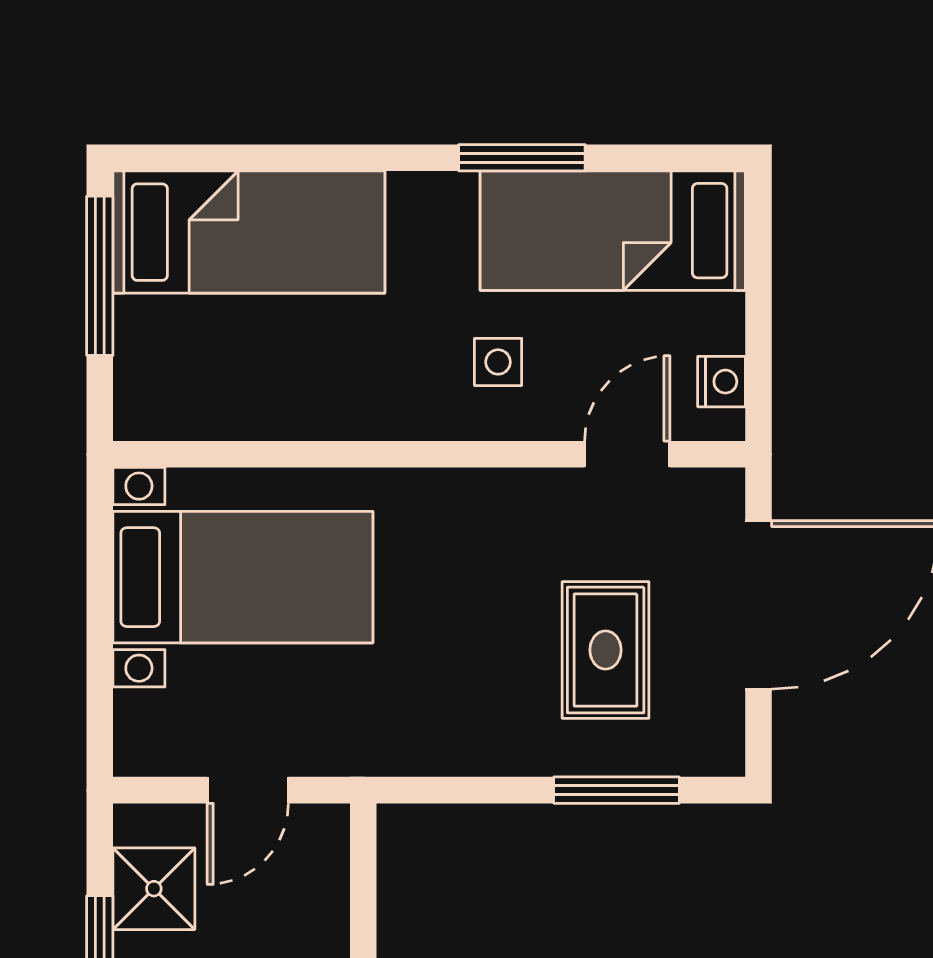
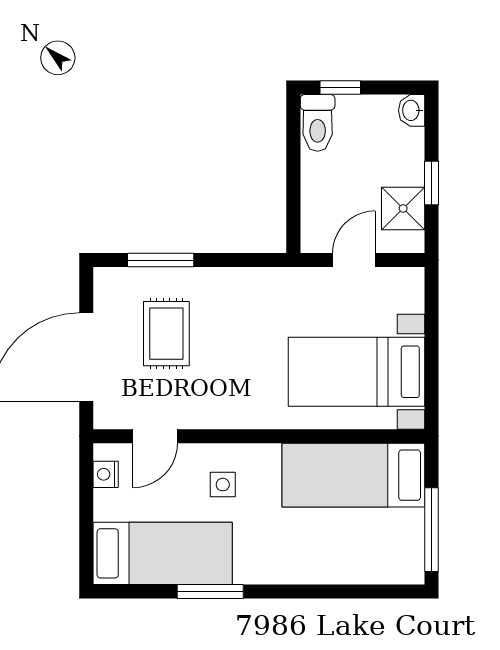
bed: (249, 232) -> (353, 475), moved

